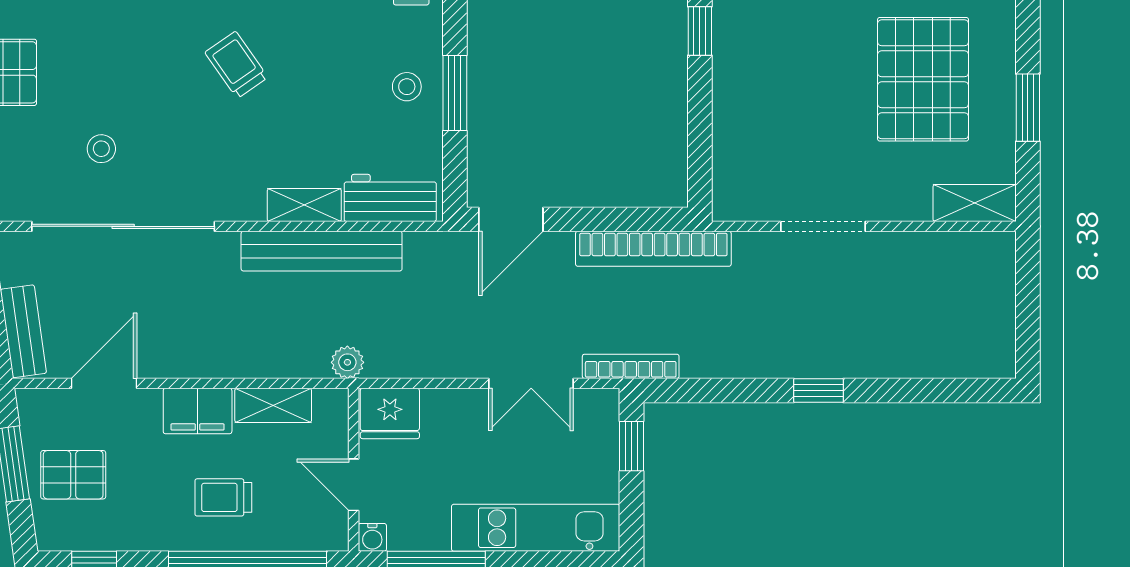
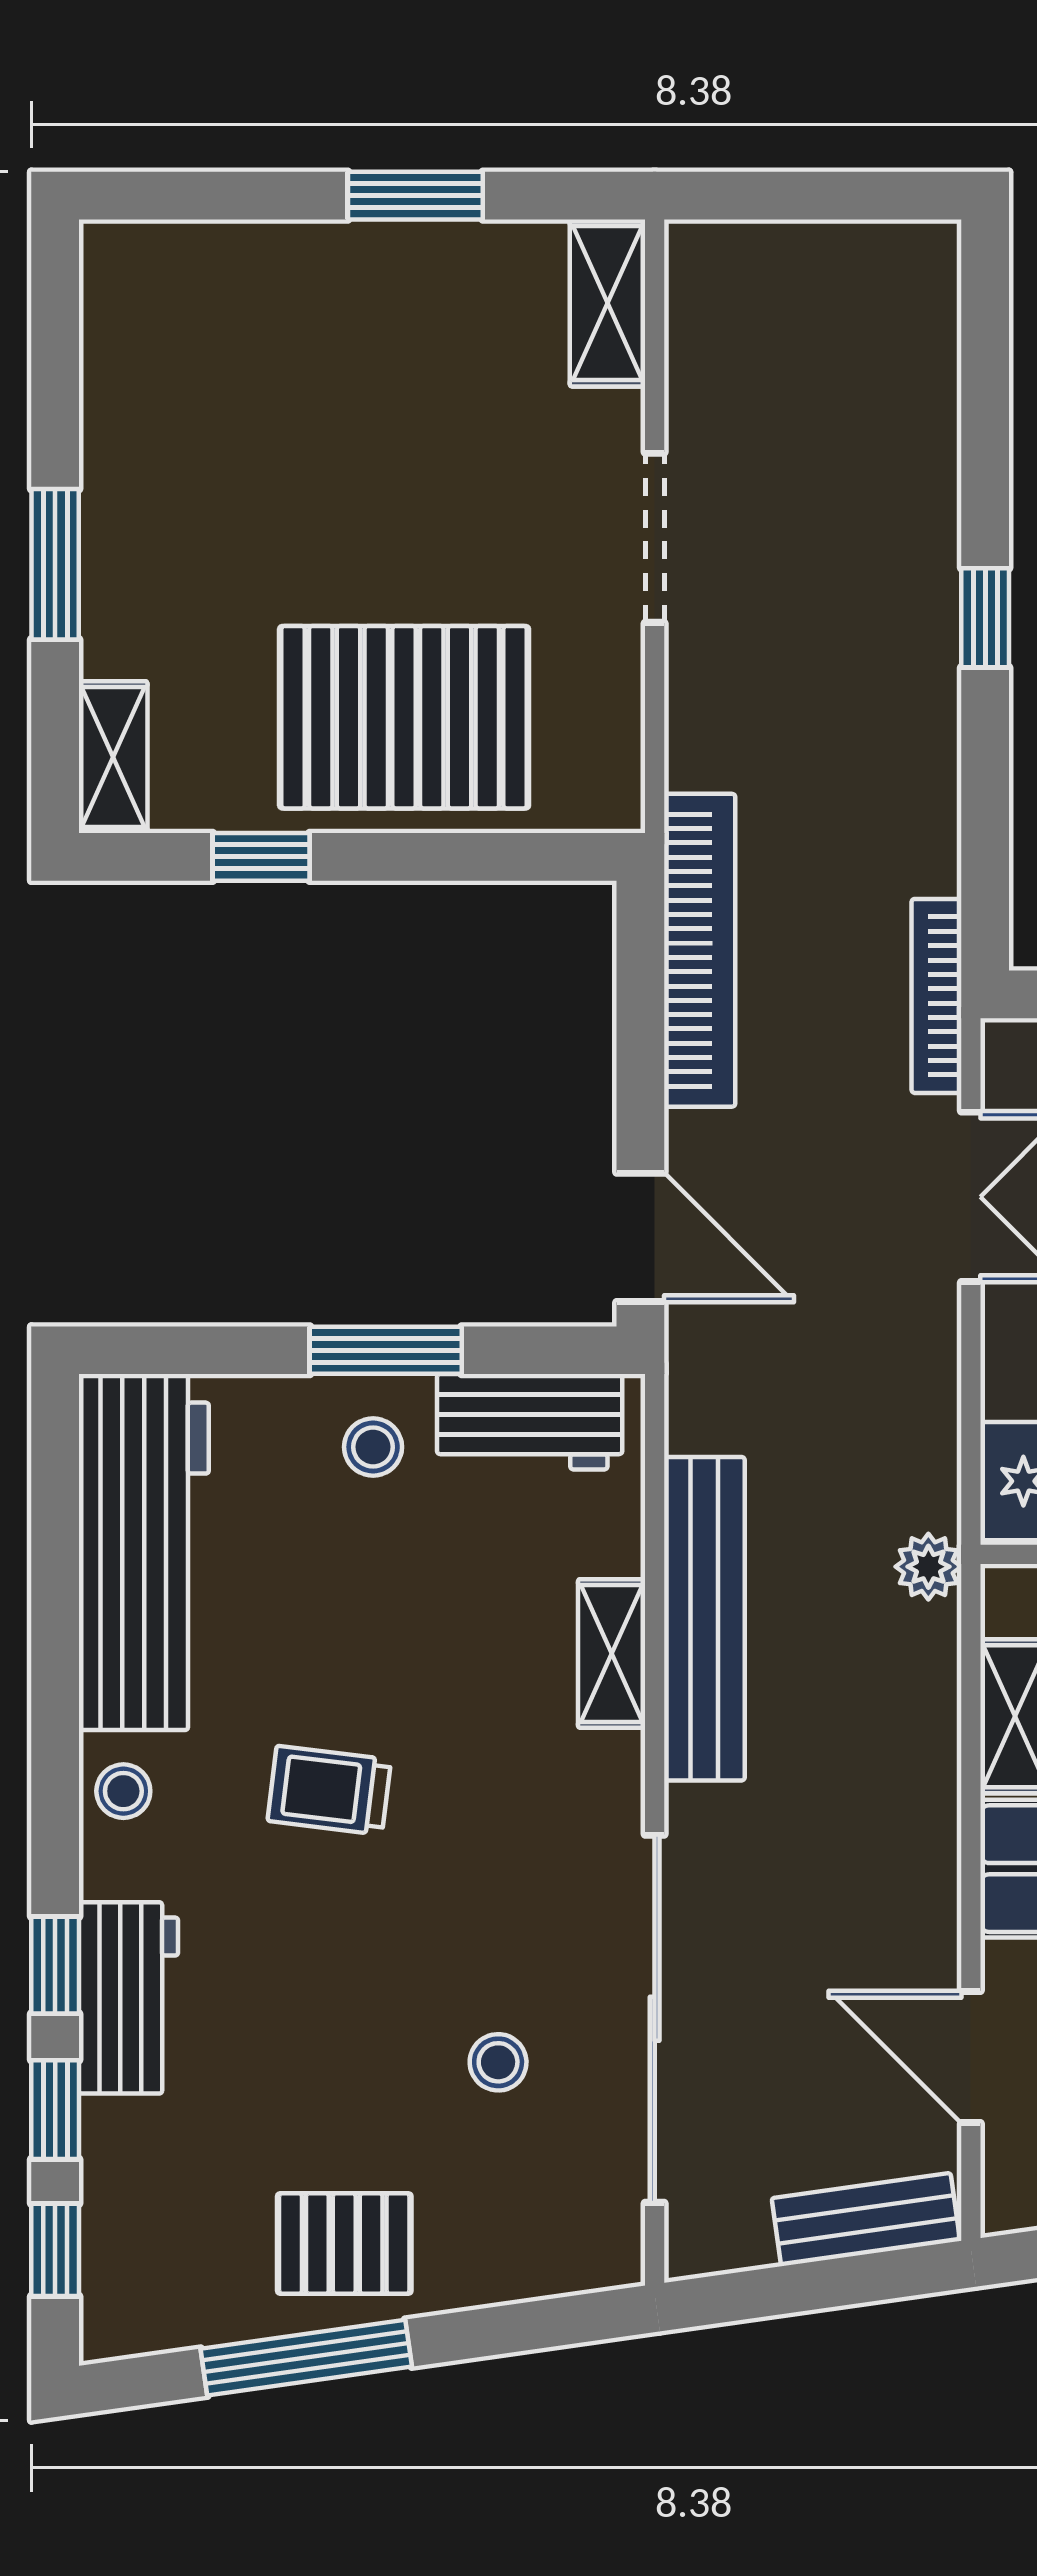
trolley: (236, 65) -> (329, 1790), turned 42
pallet: (923, 79) -> (404, 717), moved
workbench: (390, 198) -> (530, 1422), moved, turned -90
doorway: (823, 226) -> (655, 538), moved

